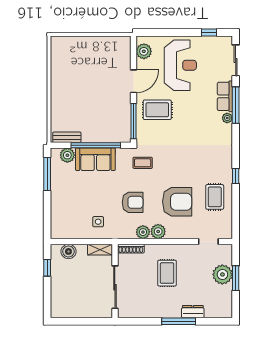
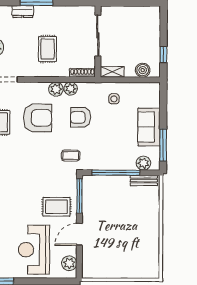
sofa: (95, 159) -> (149, 127), moved, turned -90
armchair: (177, 202) -> (38, 118), turned 180

